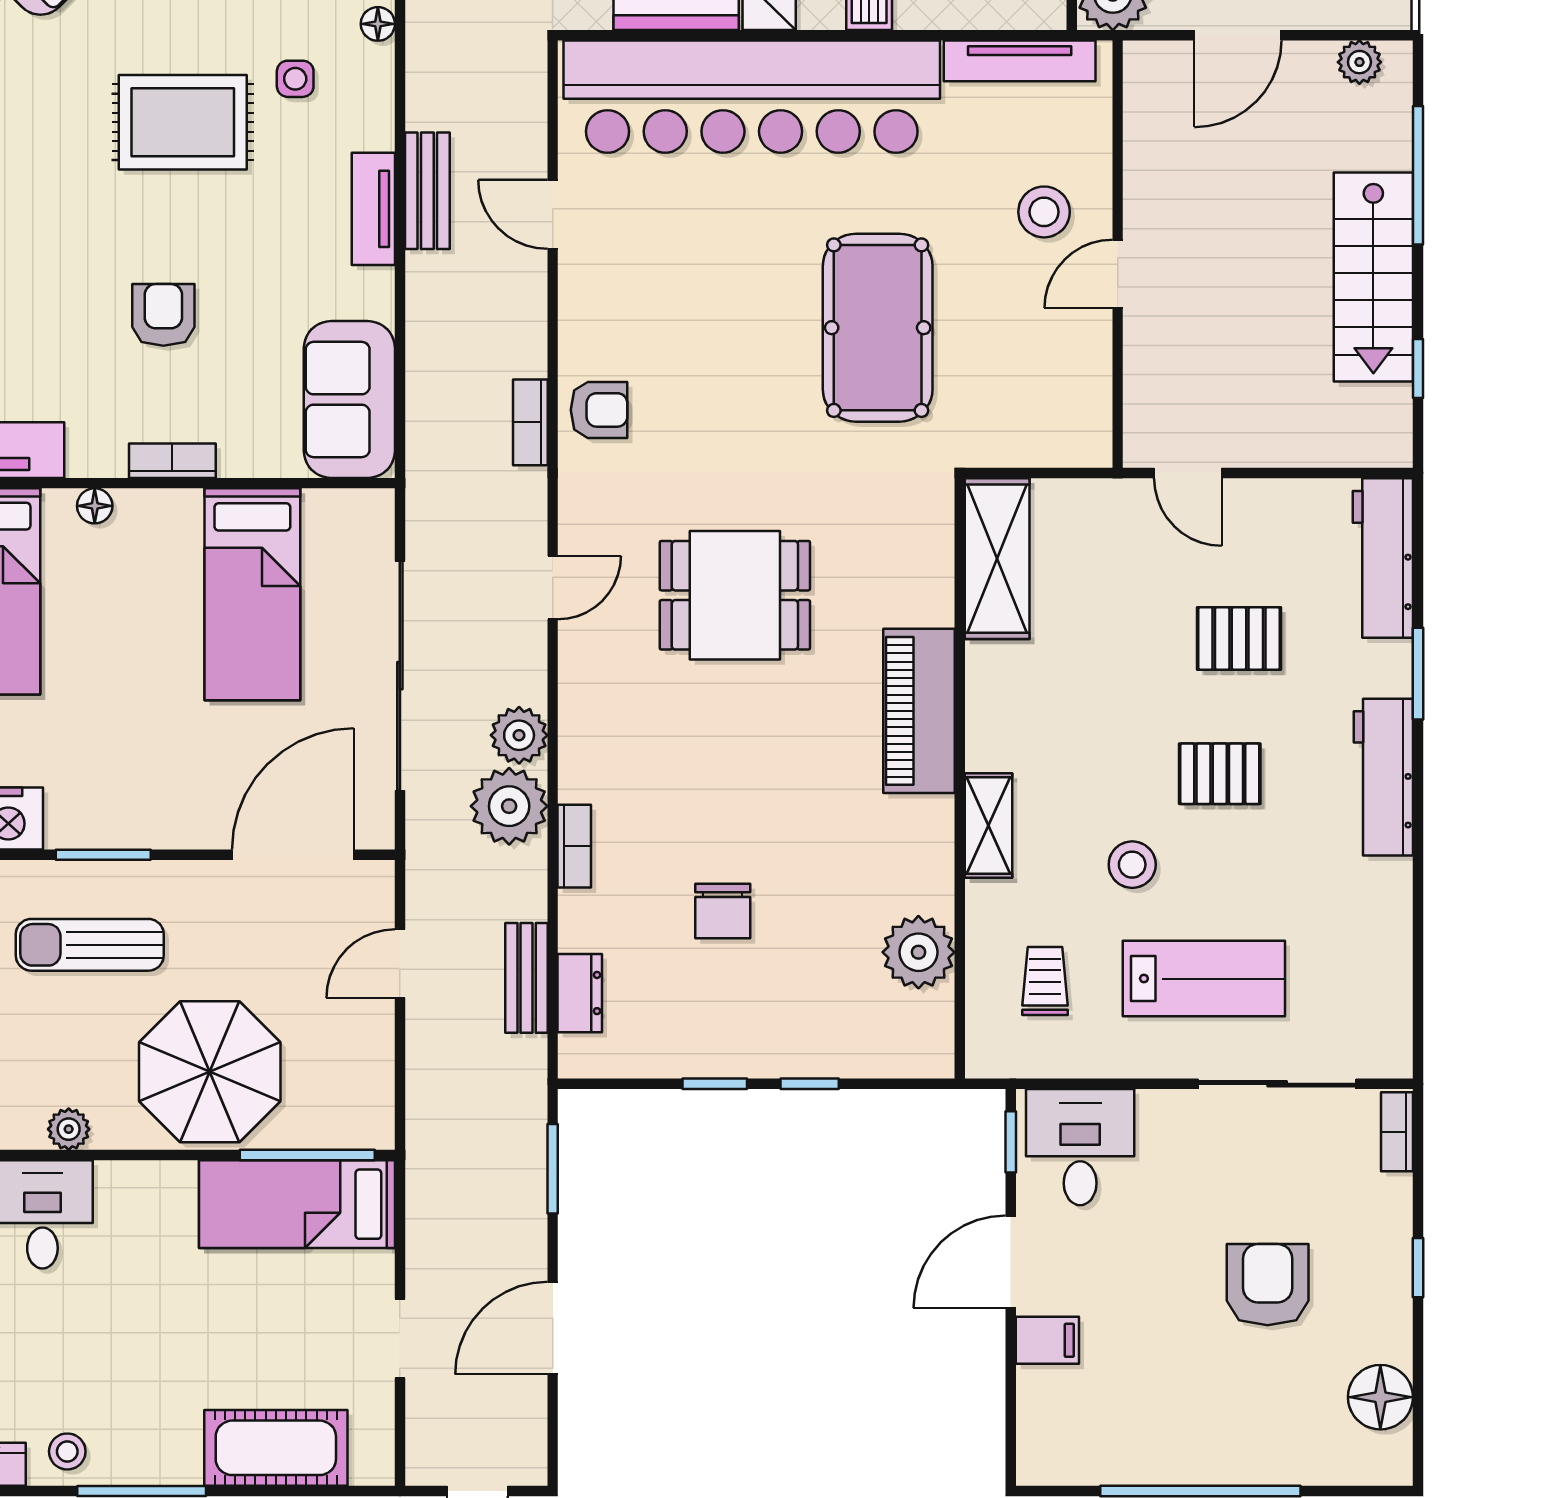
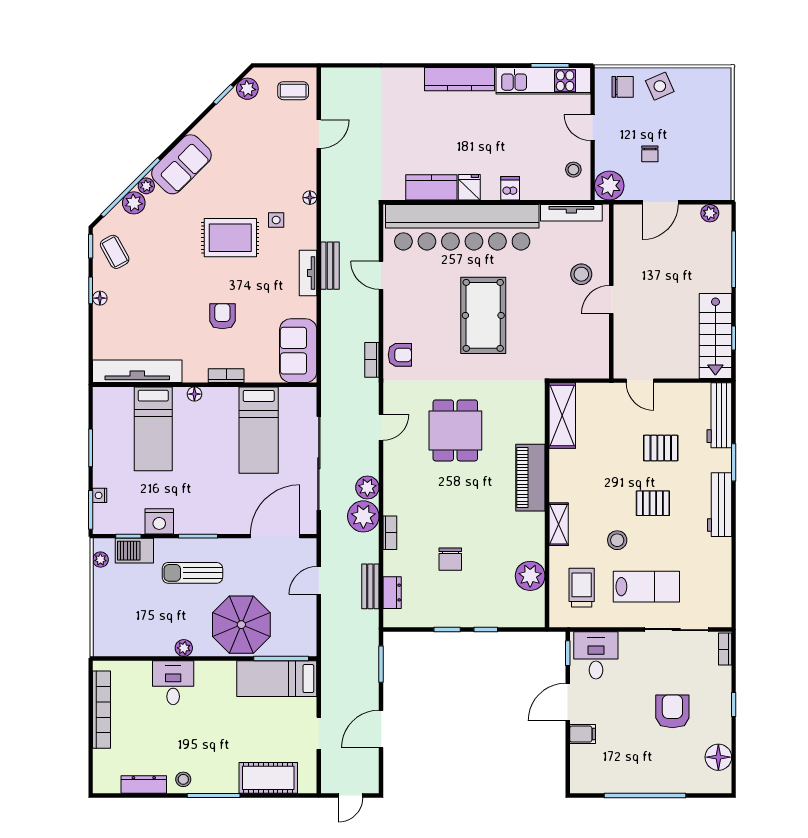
stairs: (1373, 277) -> (715, 336), moved
pool table: (878, 328) -> (483, 315), moved
dining table: (735, 595) -> (455, 430), turned 90
trolley: (1045, 981) -> (582, 588), width x1.36, depth x1.39

